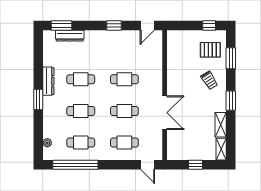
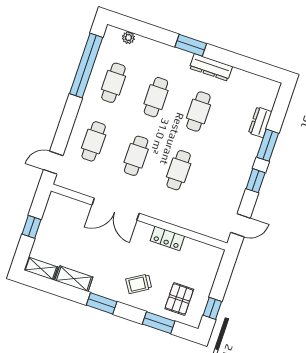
window: (61, 26) -> (268, 145), moved
door: (147, 26) -> (241, 225), swing flipped
dresser: (70, 36) -> (260, 122), width x0.70
locker: (173, 71) -> (167, 238), added

